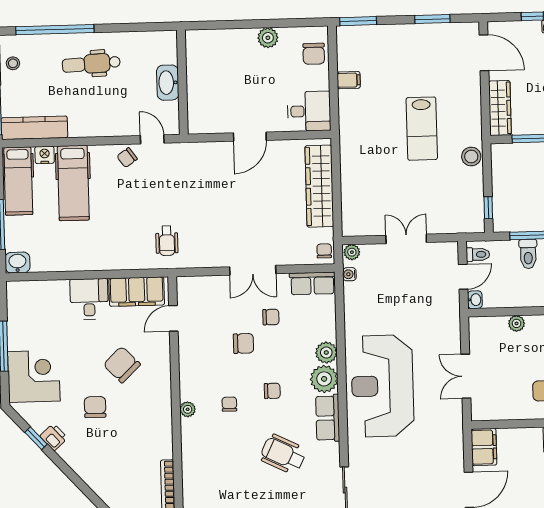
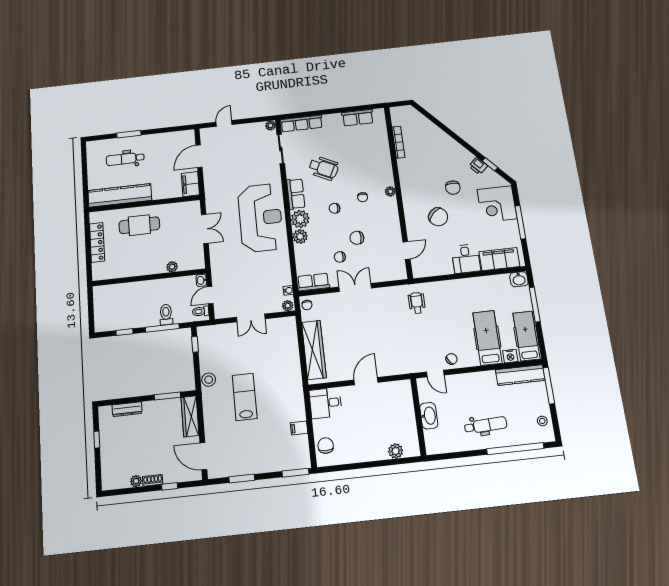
plant: (268, 38) -> (396, 451), moved
filing cabinet: (137, 292) -> (499, 259), moved

